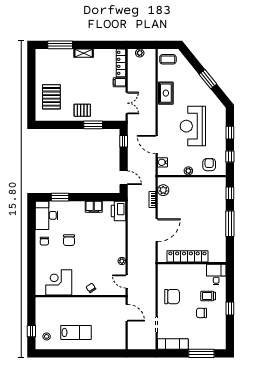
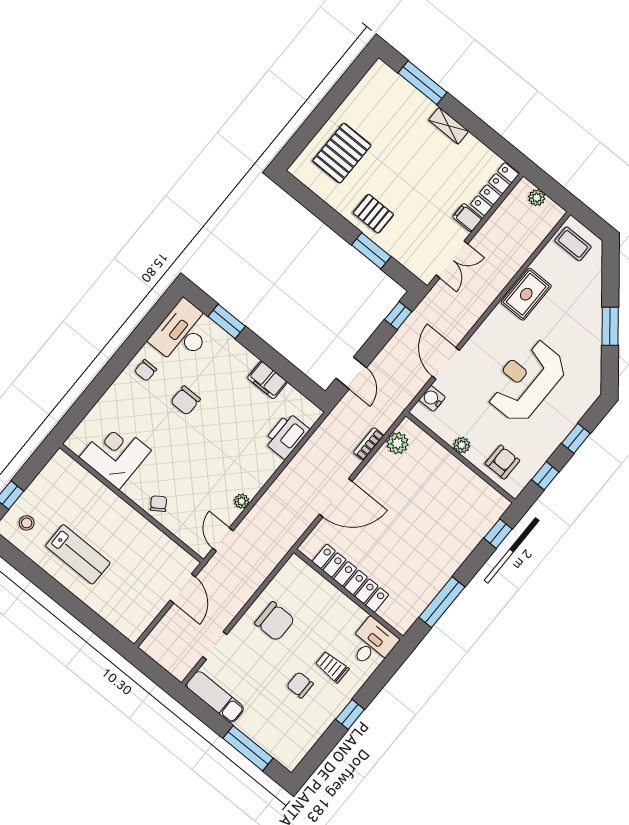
printer: (119, 211) -> (286, 436), moved
window: (230, 224) -> (442, 602), moved

